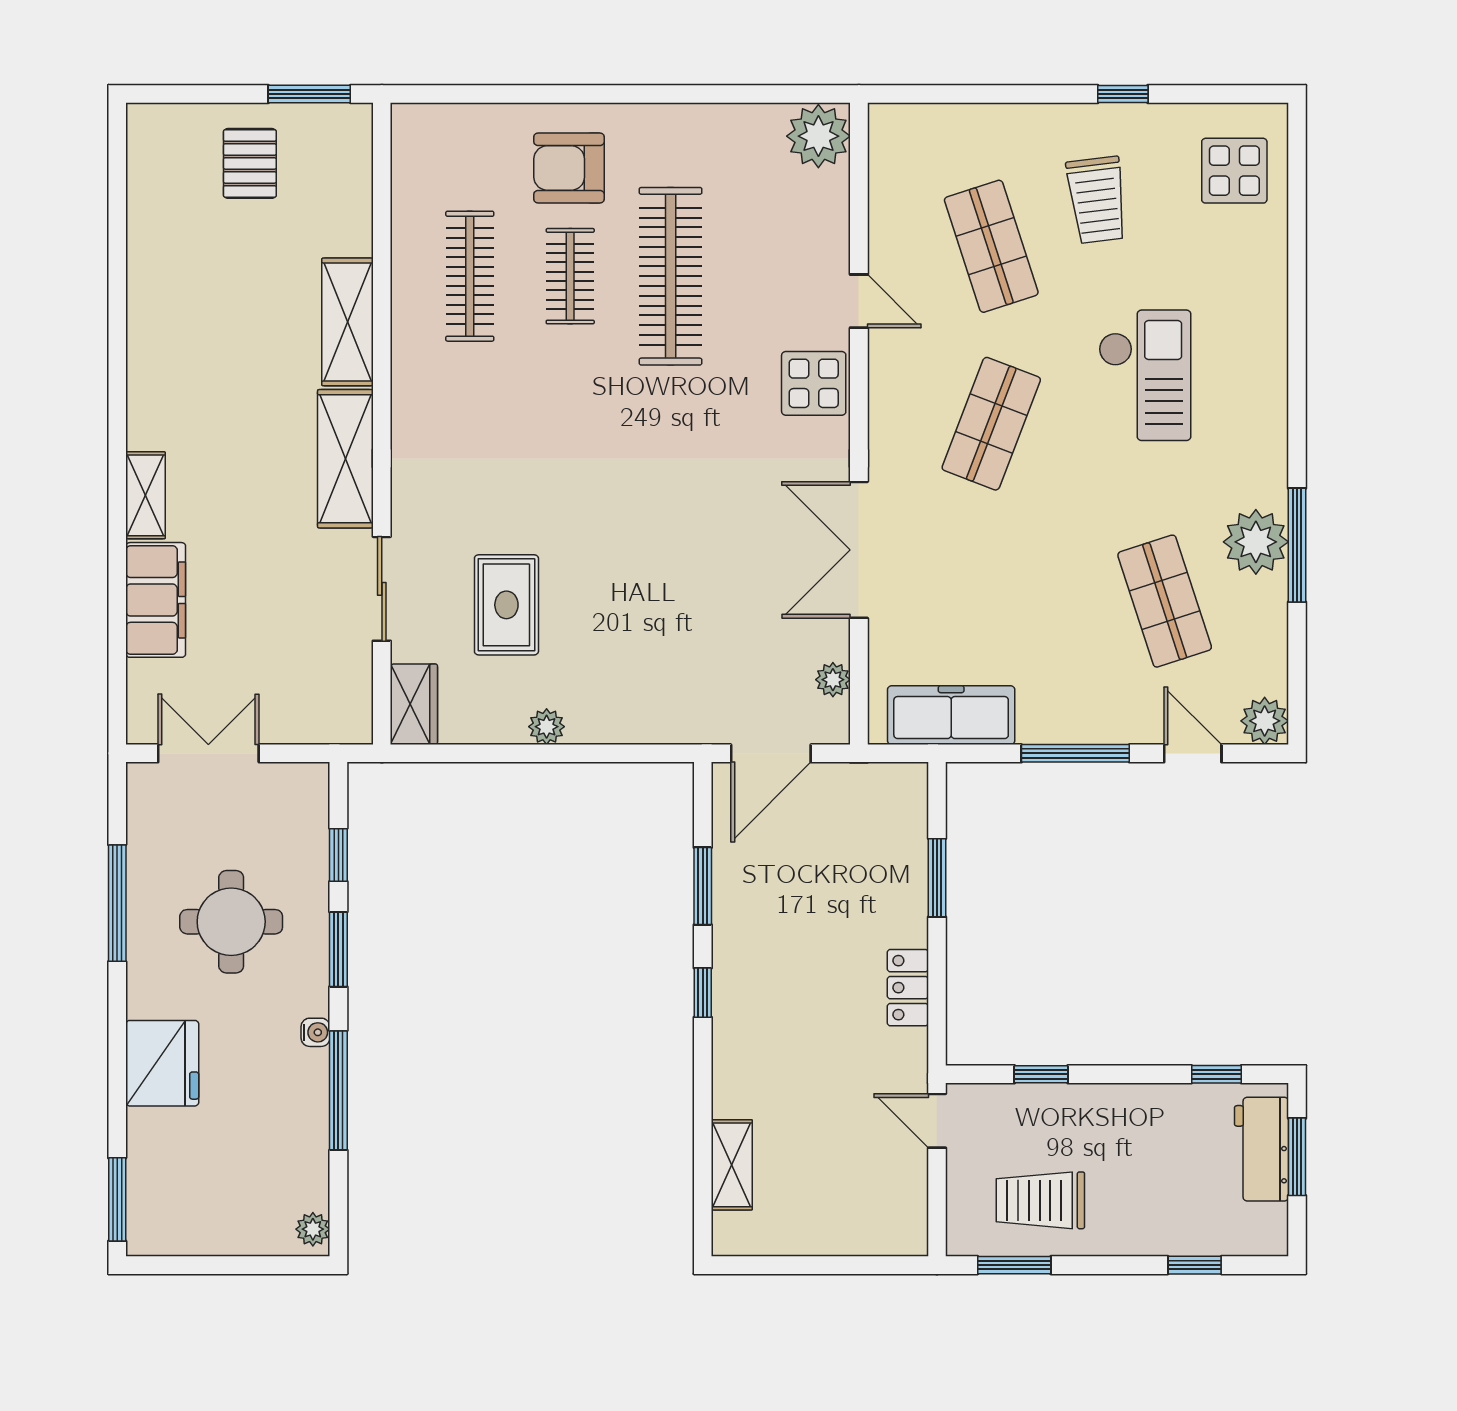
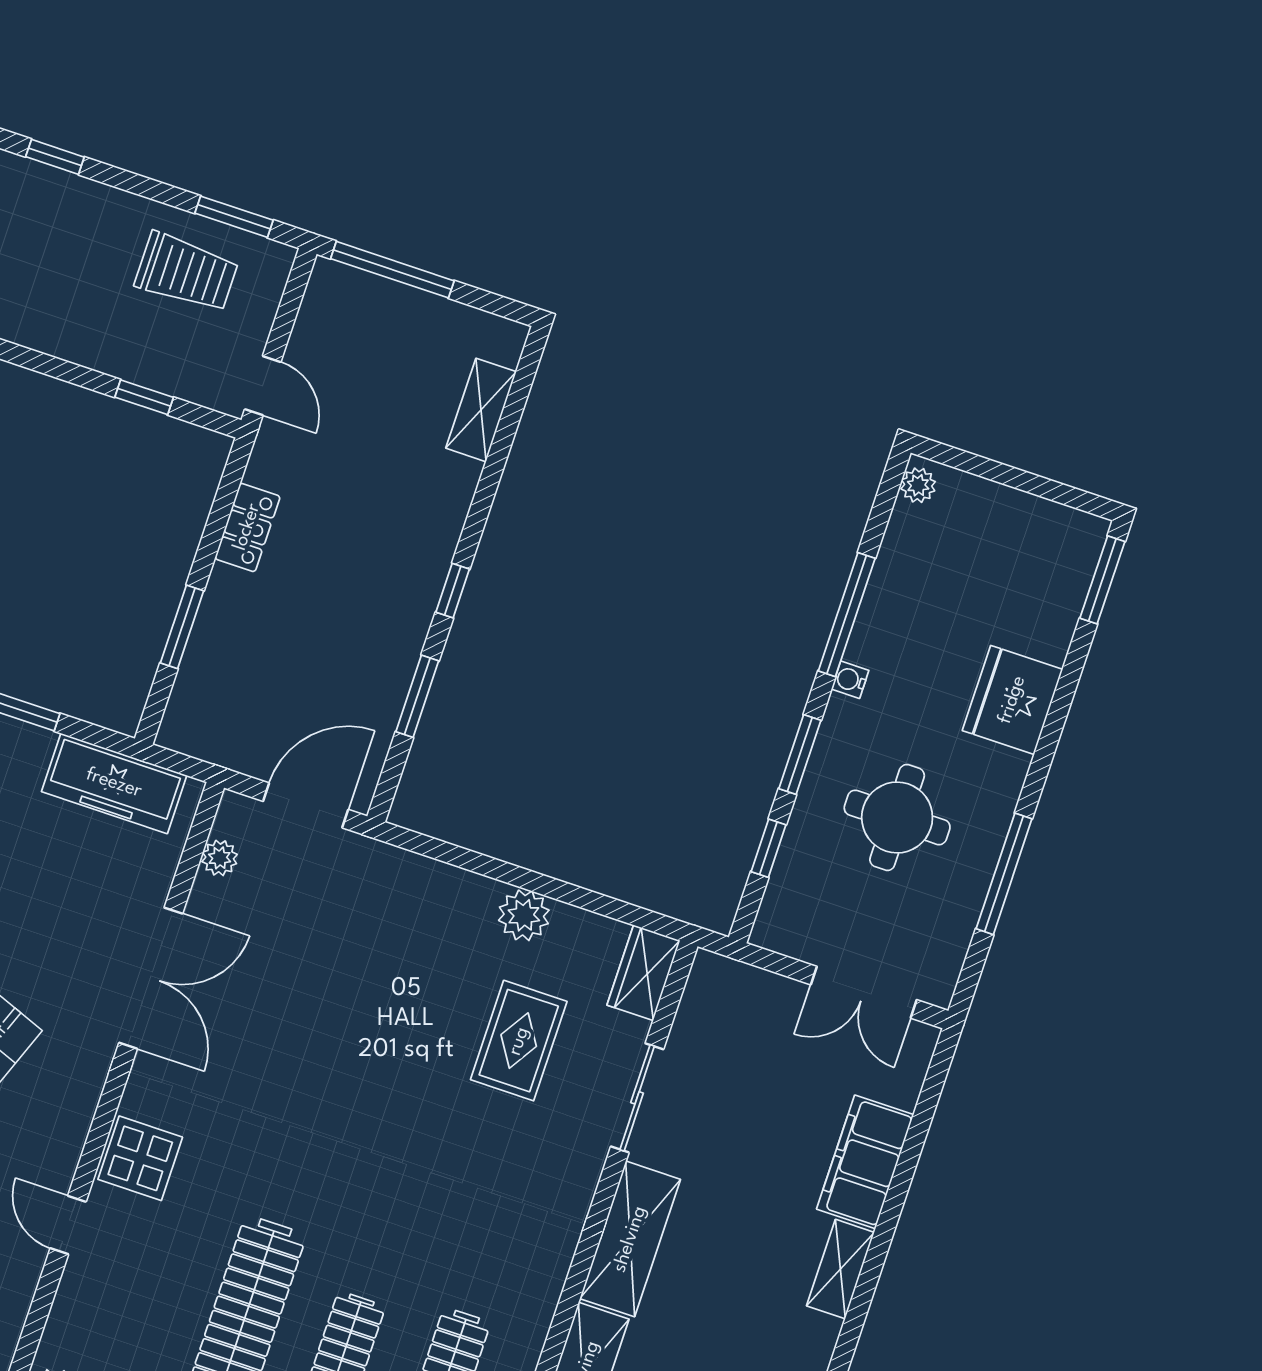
plant: (547, 727) -> (524, 915), width x1.38, depth x1.38
window: (855, 1265) -> (392, 270), added

